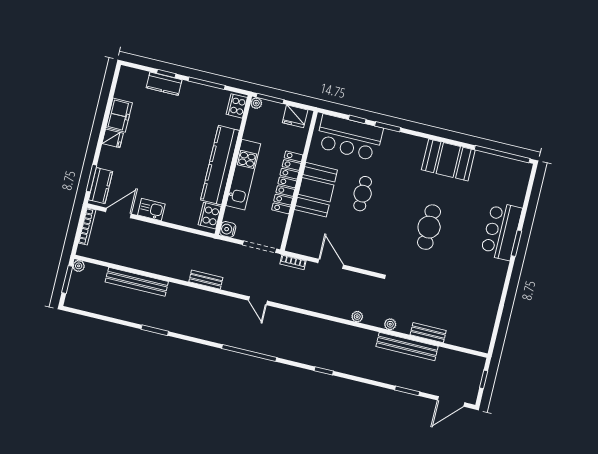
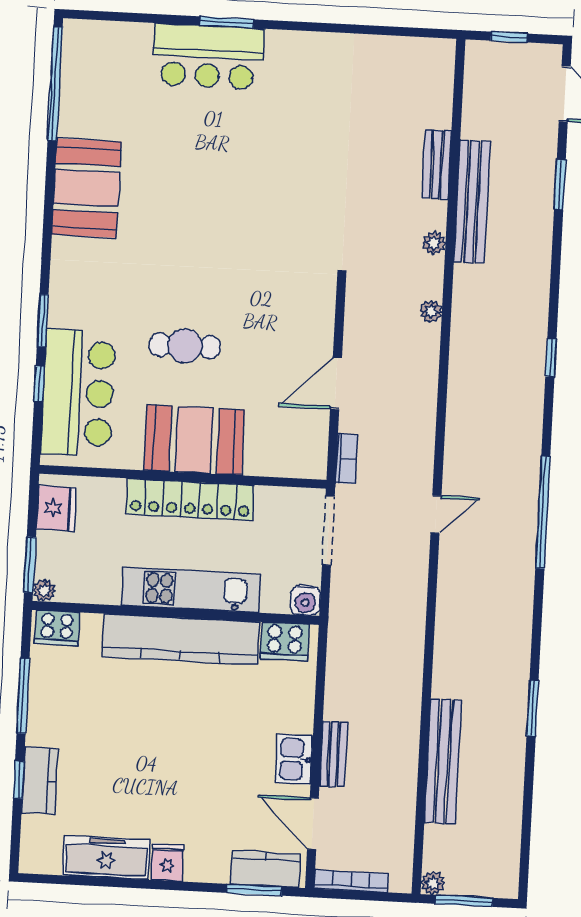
freezer: (119, 115) -> (106, 858), width x1.40
cafe table: (429, 227) -> (227, 202), removed
bench: (206, 280) -> (333, 754), moved

